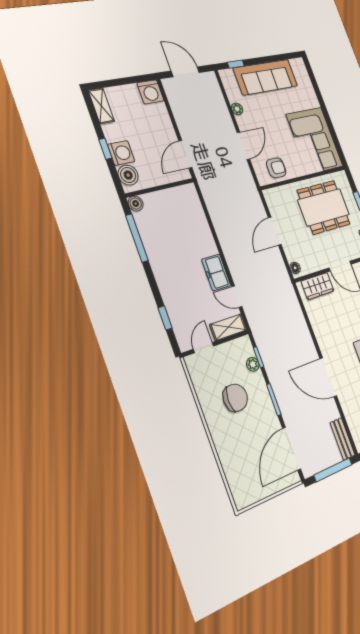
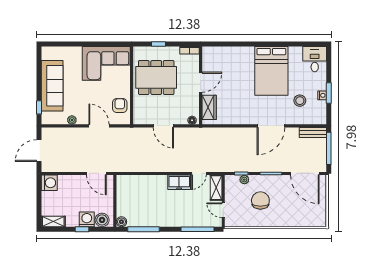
dining table: (324, 207) -> (156, 77), turned 90
window: (165, 318) -> (198, 229), width x2.17

